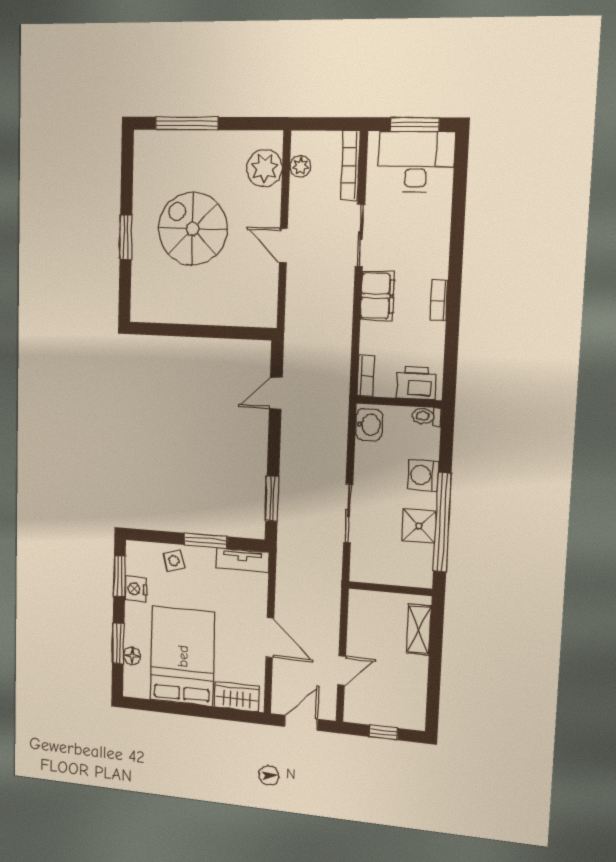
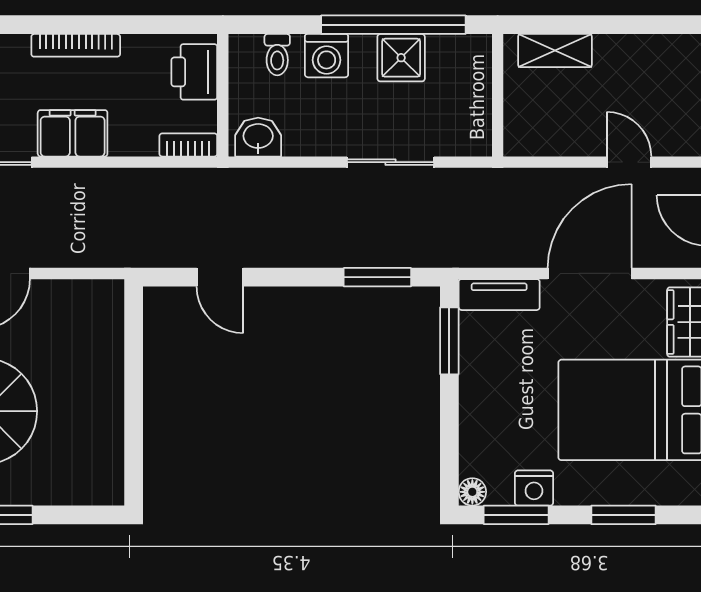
bookcase: (439, 300) -> (76, 45), width x1.56
toilet: (427, 416) -> (277, 55), moved
window: (206, 541) -> (449, 341), moved
tv unit: (242, 560) -> (499, 295), moved, turned 90
side table: (174, 561) -> (484, 427), removed
door: (270, 638) -> (590, 273), width x1.36
floor lamp: (132, 656) -> (472, 492), moved

